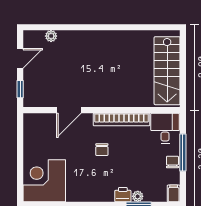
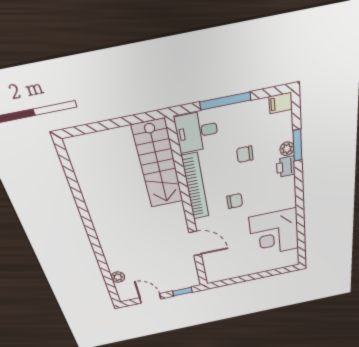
stairs: (167, 71) -> (158, 165), moved, turned 90
chair: (172, 162) -> (245, 154), moved
corner desk: (44, 181) -> (274, 233), moved

